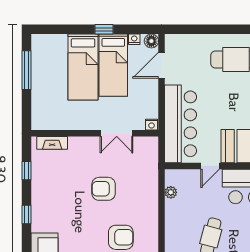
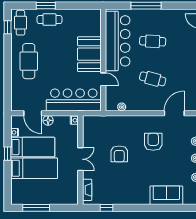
floor lamp: (151, 41) -> (48, 120), moved
double door: (117, 133) -> (80, 159), moved
window: (26, 214) -> (137, 208), removed

